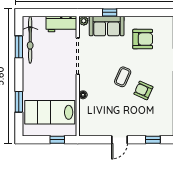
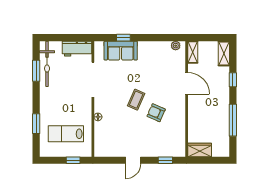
plant: (84, 21) -> (176, 46), moved
armchair: (143, 39) -> (155, 63), removed
lab bench: (50, 112) -> (66, 134), width x0.73, depth x0.72

